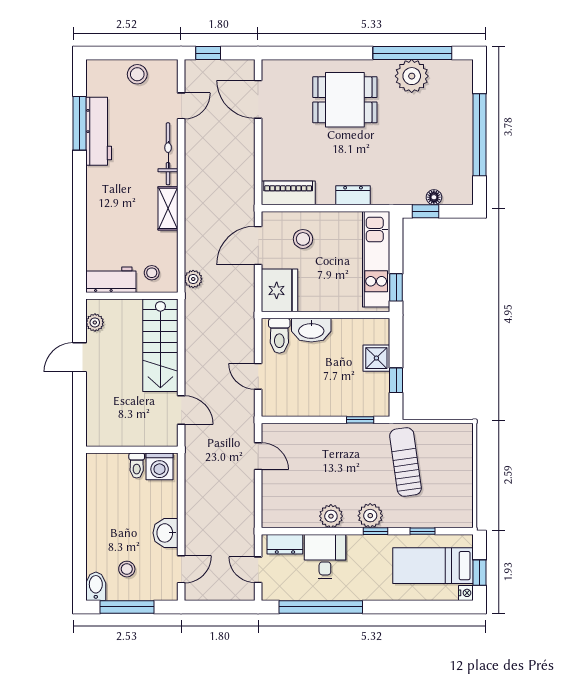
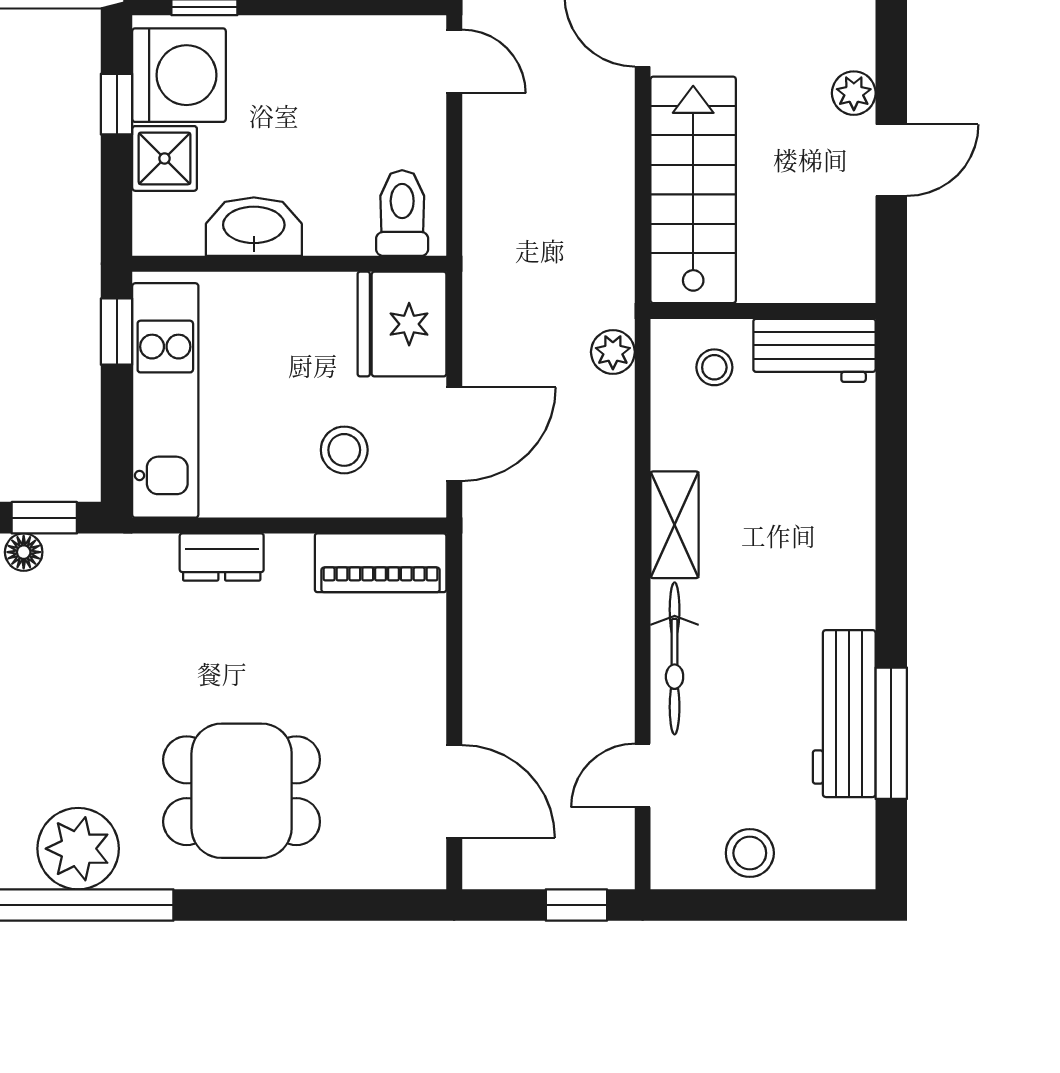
plant: (95, 322) -> (854, 93), moved
washbasin: (311, 330) -> (254, 227), moved
door: (258, 376) -> (454, 61), moved
washing machine: (370, 392) -> (179, 75), added

